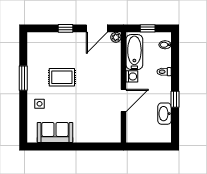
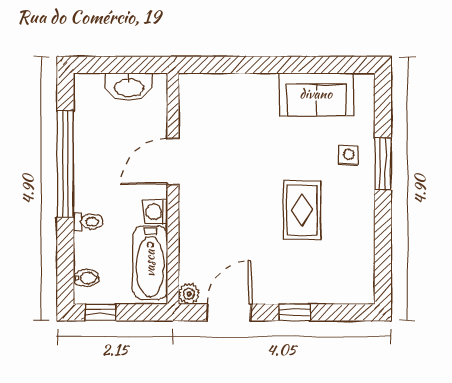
window: (148, 28) -> (101, 312), moved
rug: (62, 77) -> (302, 210), turned 90
window: (23, 78) -> (383, 164), moved
window: (175, 99) -> (65, 164), width x3.17
washbasin: (164, 114) -> (129, 87), moved, turned 90

